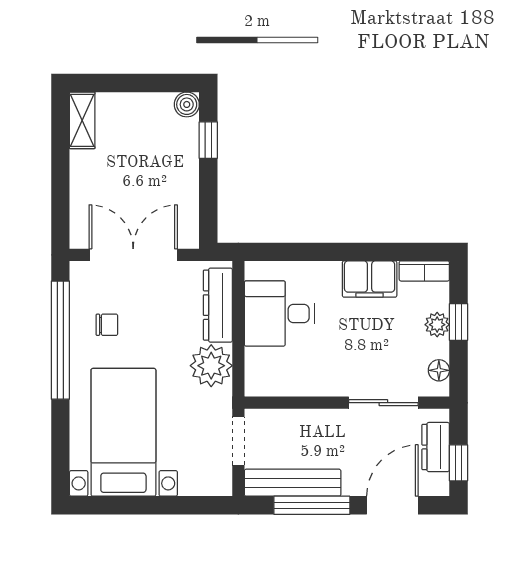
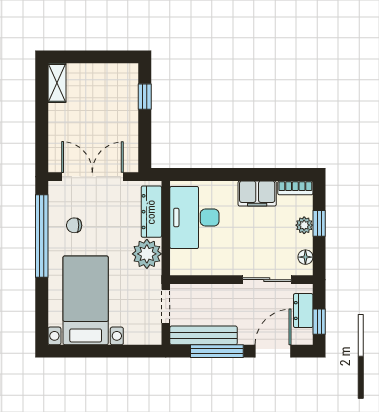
boiler: (187, 104) -> (130, 72), removed
desk: (280, 314) -> (194, 218), width x1.37
chair: (107, 325) -> (74, 225), turned 180

